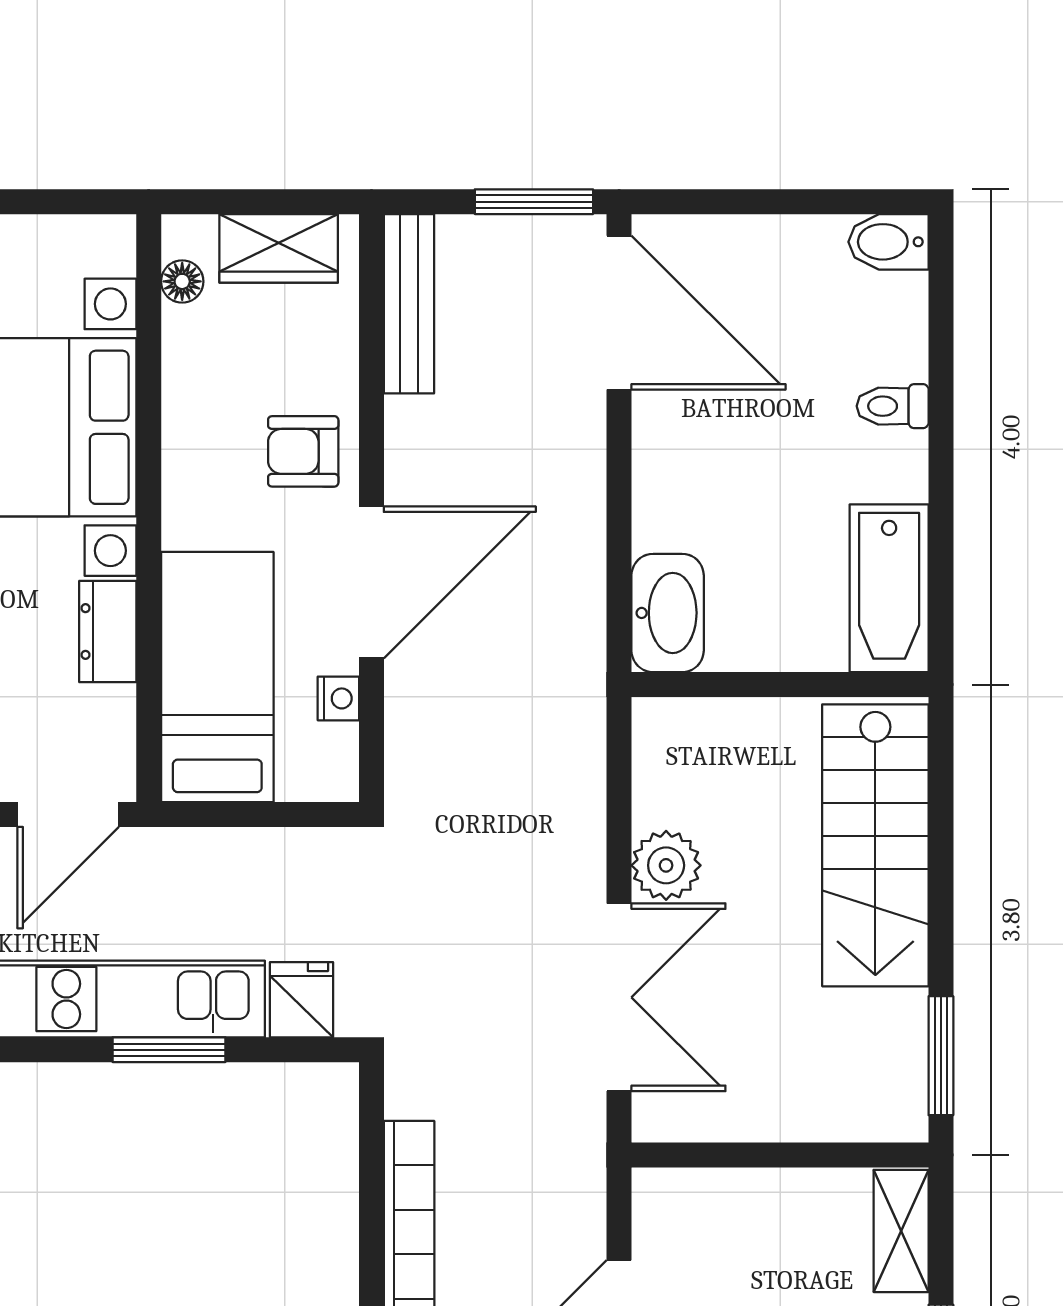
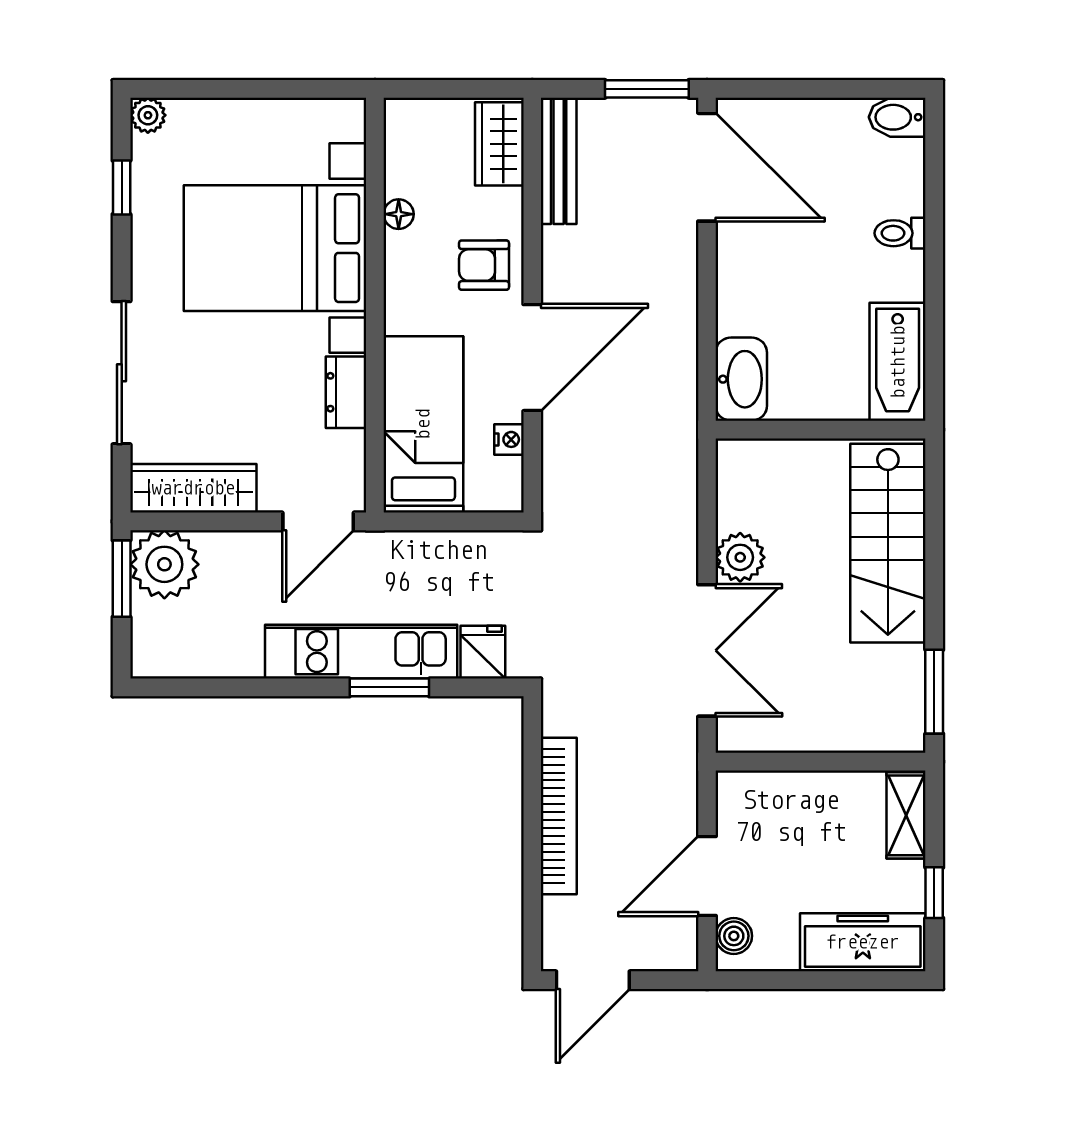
wardrobe: (279, 248) -> (499, 144), moved, turned 90
floor lamp: (182, 281) -> (399, 214), moved

